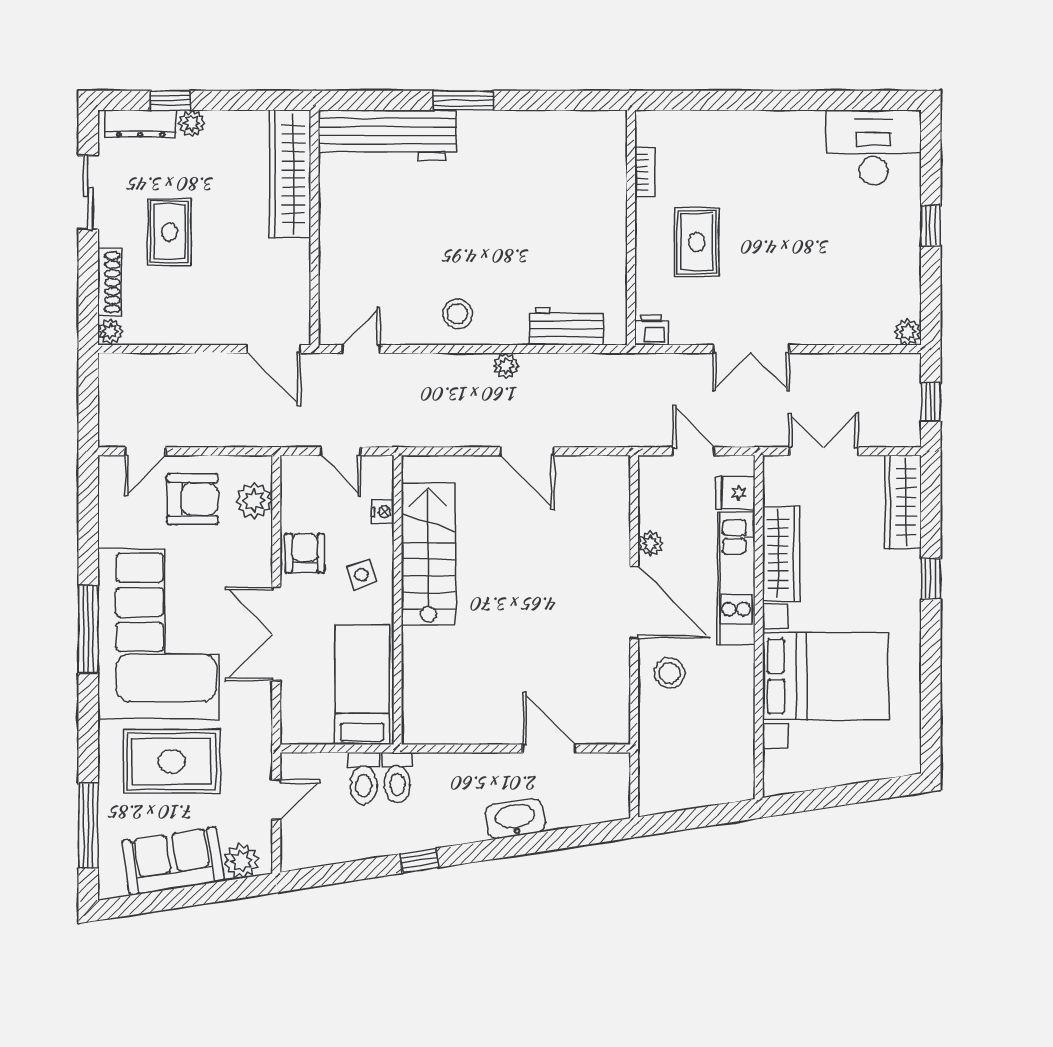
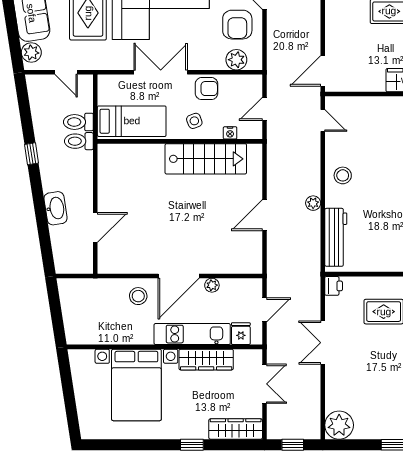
workbench: (566, 326) -> (336, 237), width x1.38
plant: (908, 332) -> (339, 425), width x1.88, depth x1.88

